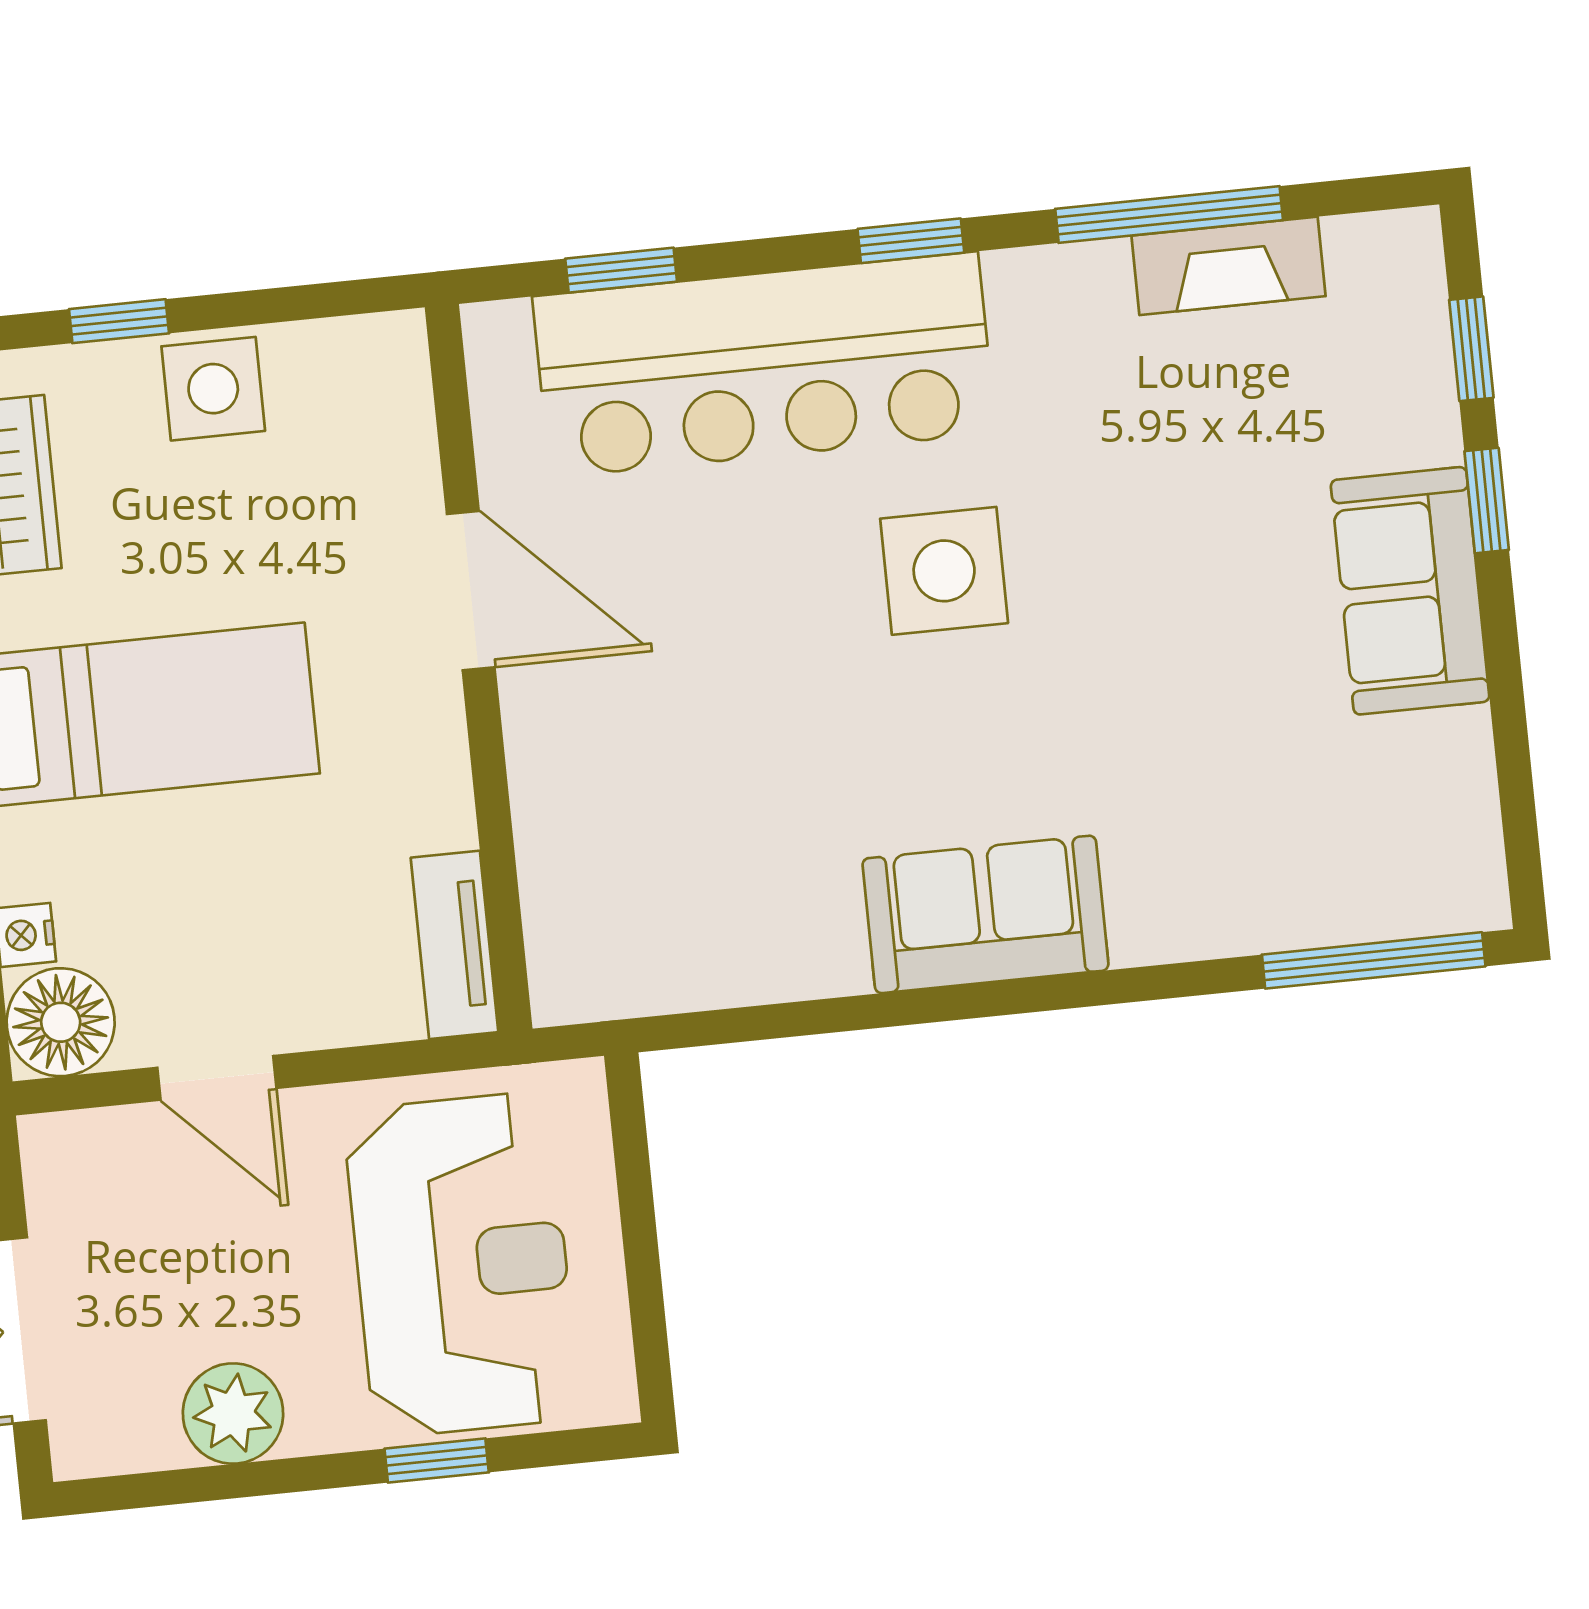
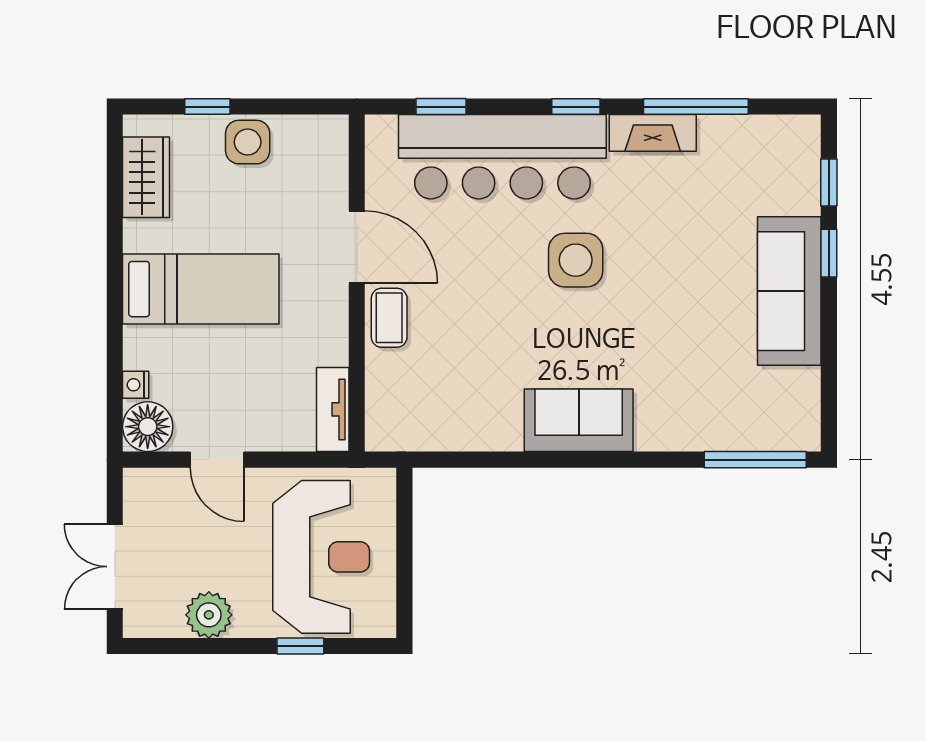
fireplace: (1229, 266) -> (653, 133), moved
sofa: (1410, 591) -> (789, 291), width x1.36
coffee table: (556, 735) -> (389, 318), added

